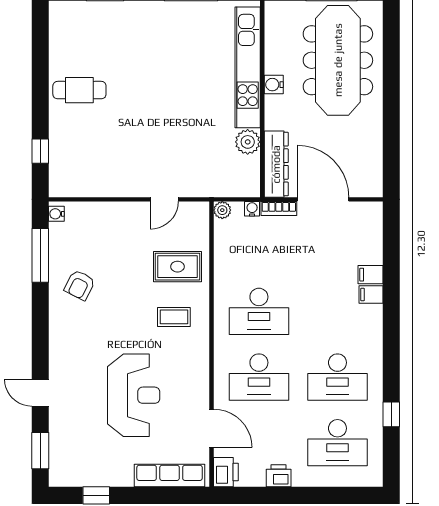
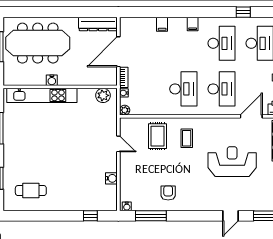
cafe table: (79, 90) -> (31, 191), moved, turned 90
plant: (248, 142) -> (103, 95), moved
dresser: (276, 164) -> (98, 24), moved, turned 180
water cooler: (105, 187) -> (111, 178), added
armchair: (80, 285) -> (168, 193), turned -117
filing cabinet: (371, 295) -> (193, 24), moved

